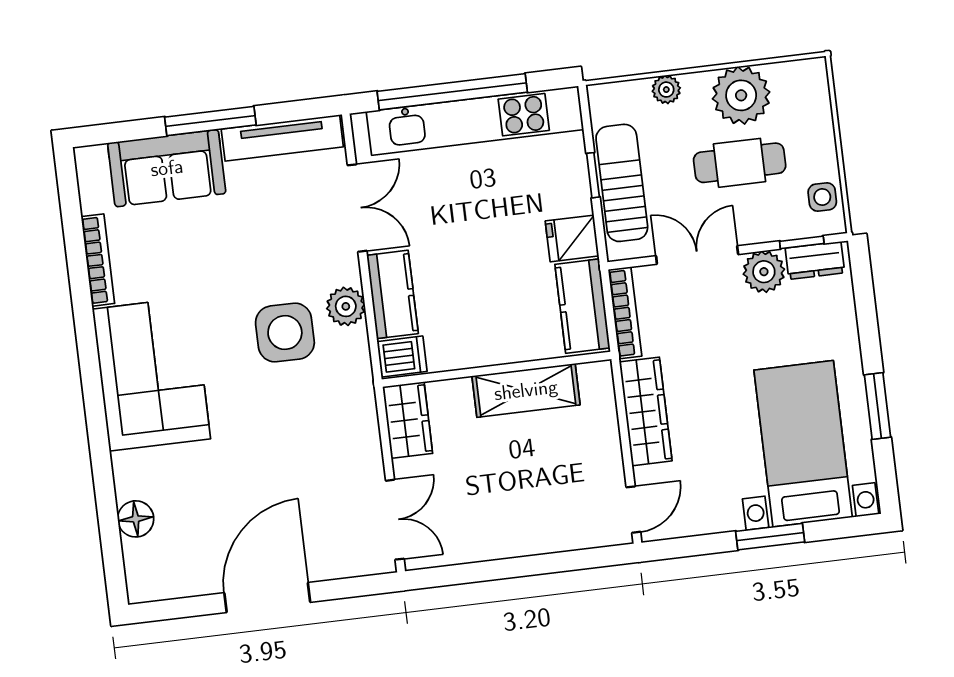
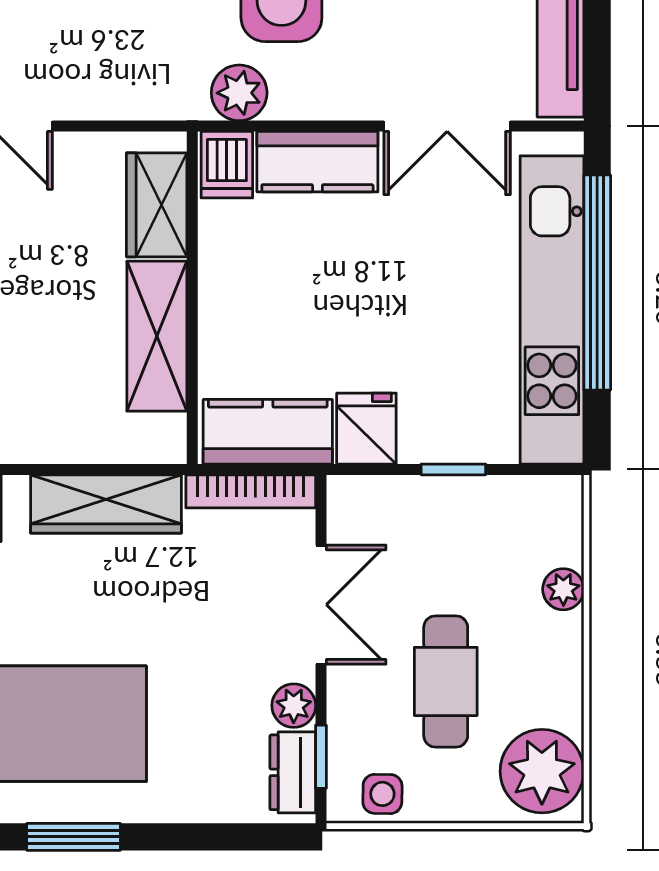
plant: (741, 95) -> (542, 771), moved
sun lounger: (622, 183) -> (437, 509), removed
plant: (764, 272) -> (294, 706), width x0.73, depth x0.73
plant: (346, 306) -> (239, 93), moved
wardrobe: (408, 420) -> (157, 205), moved, turned 90

